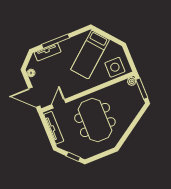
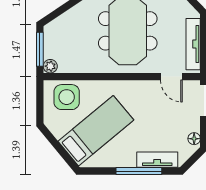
door: (59, 104) -> (171, 77), hinge flipped

